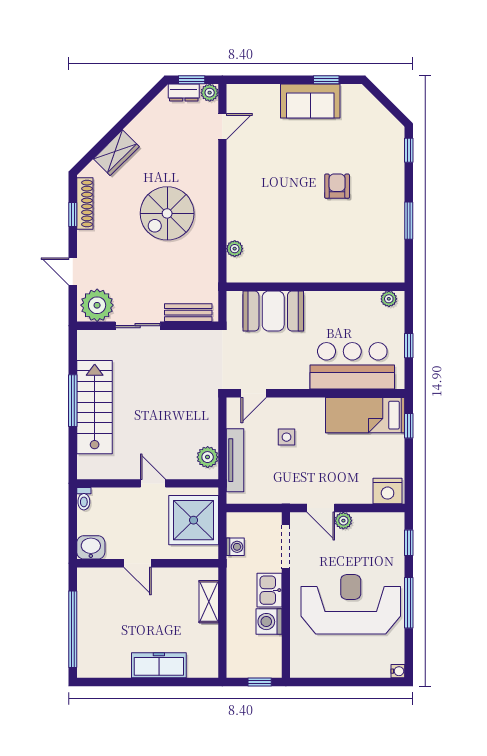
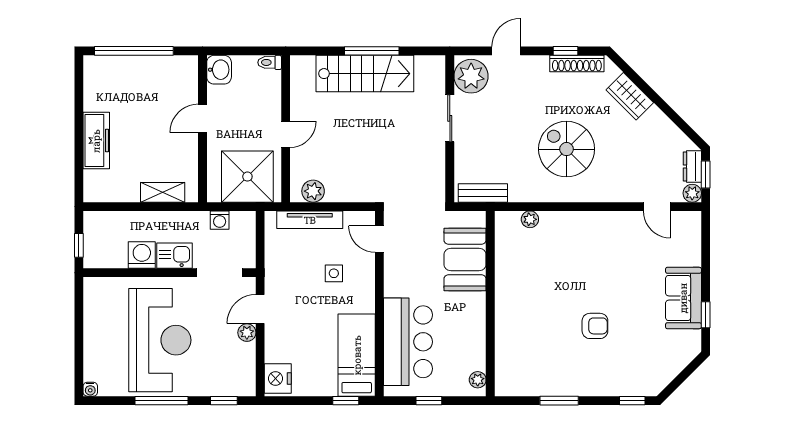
bench: (188, 313) -> (483, 193), moved, turned 90

